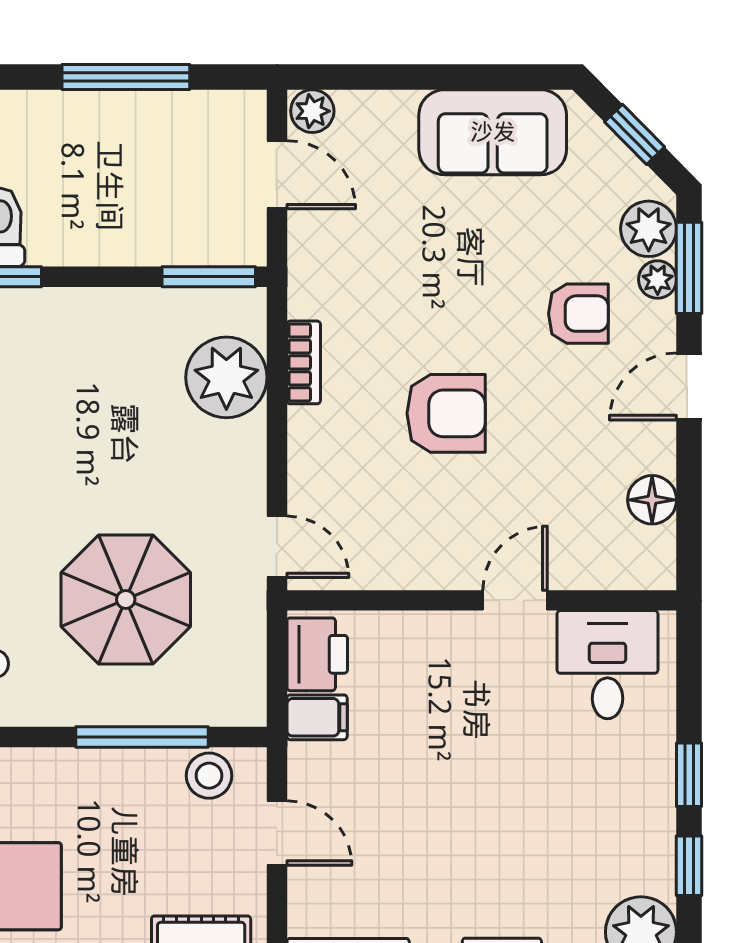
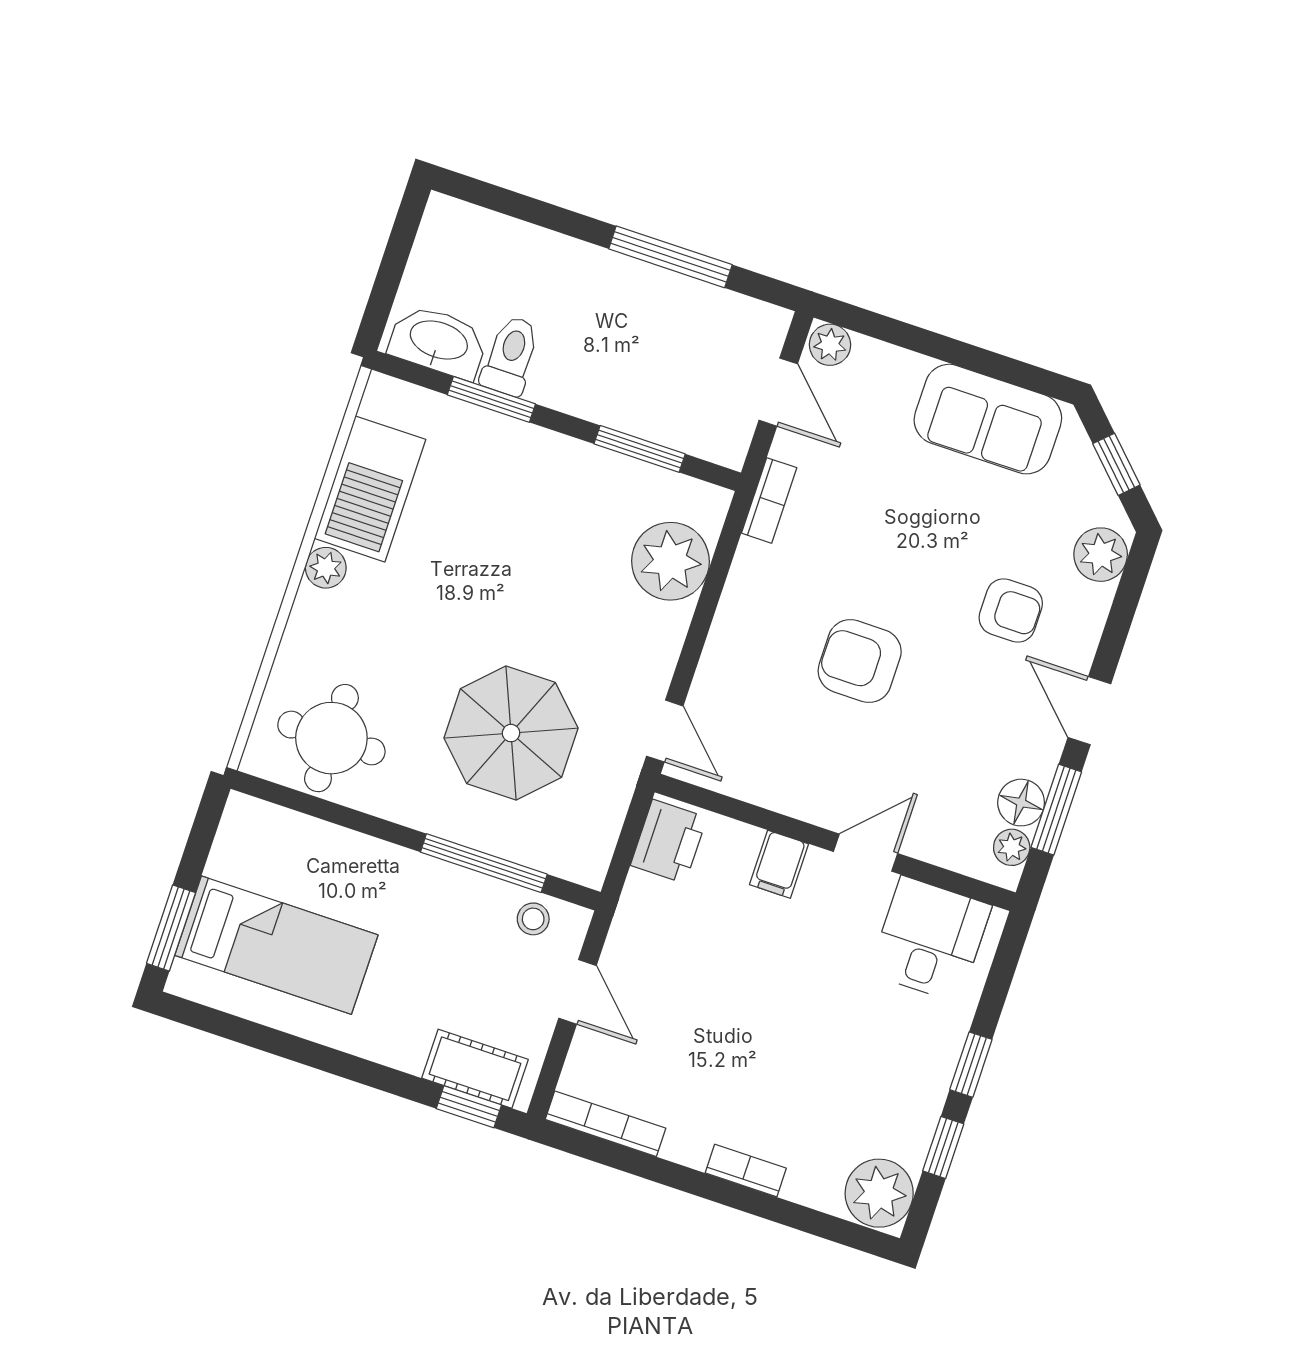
window: (689, 268) -> (1056, 810), moved
window: (209, 277) -> (640, 449), moved
plant: (658, 280) -> (1012, 847), moved
bookcase: (304, 362) -> (769, 500), moved
door: (689, 386) -> (1089, 711), hinge flipped
armchair: (446, 413) -> (860, 661), turned 180
filing cabinet: (317, 717) -> (779, 864), moved, turned 90
stool: (209, 776) -> (533, 919), width x0.73, depth x0.73

